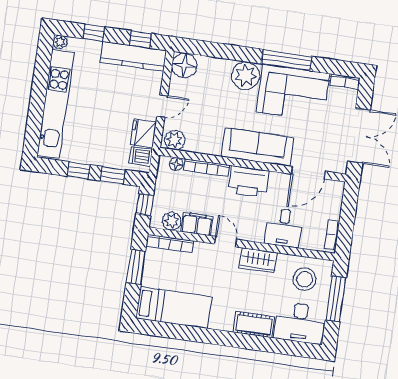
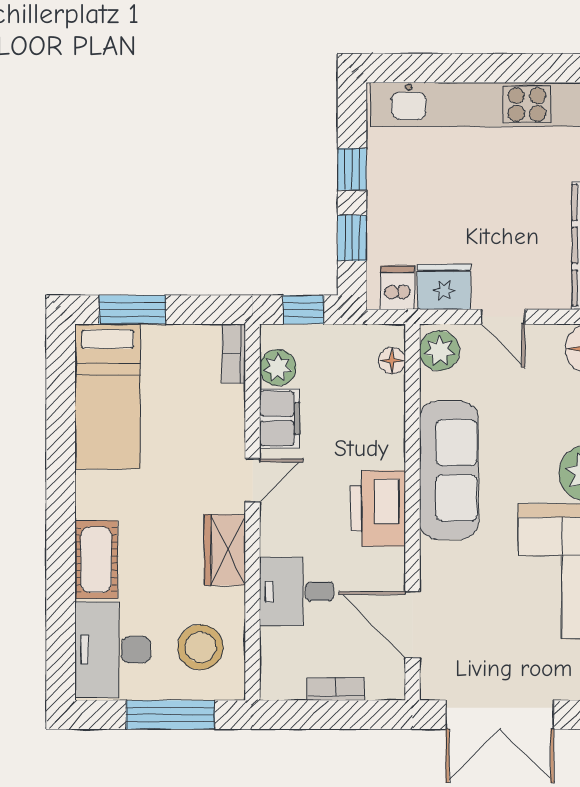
sofa: (257, 147) -> (449, 470), moved
bookcase: (207, 168) -> (394, 422), removed
bookcase: (332, 235) -> (336, 689), moved
bookcase: (170, 243) -> (234, 354), width x0.64
window: (136, 267) -> (132, 310), moved

